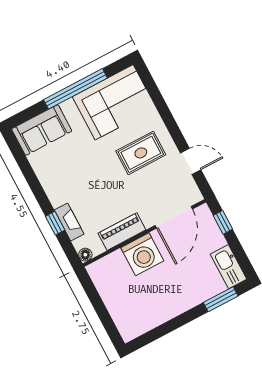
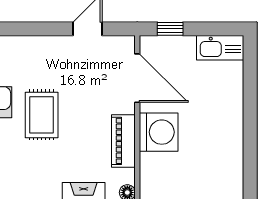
rug: (141, 153) -> (42, 115), moved
window: (221, 299) -> (250, 74), removed

